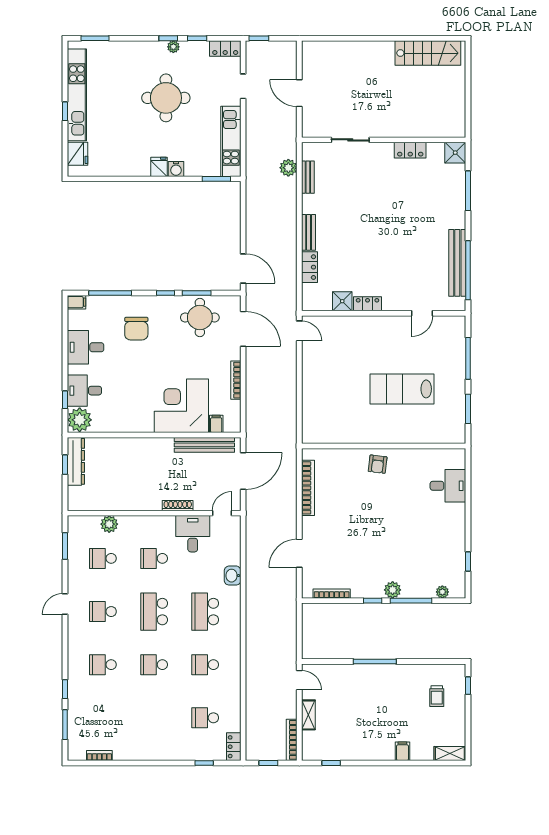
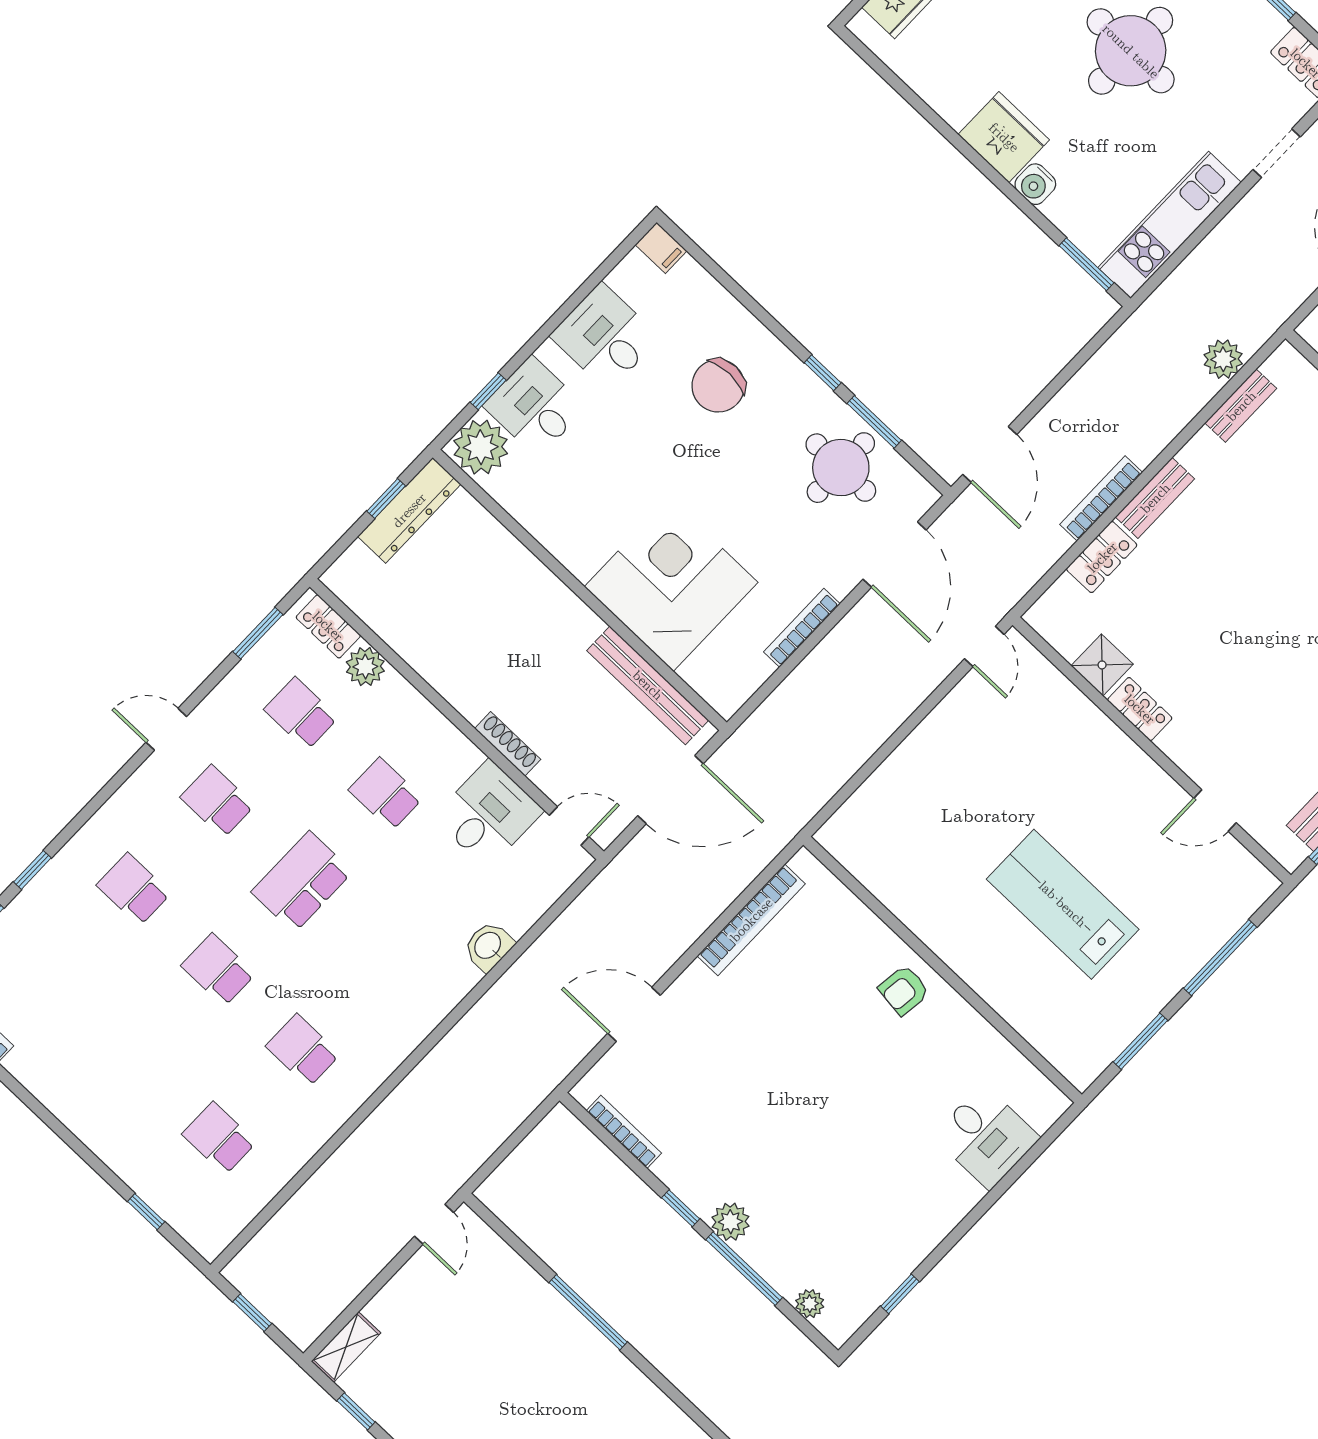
fridge: (159, 167) -> (1004, 137), width x1.88, depth x1.34
window: (110, 293) -> (731, 285), removed
filing cabinet: (216, 424) -> (700, 669), removed
school desk: (205, 612) -> (386, 962), removed
shelving: (308, 715) -> (346, 1347), moved
bookcase: (292, 740) -> (1101, 498), moved
locker: (234, 747) -> (328, 626), moved, turned -90

